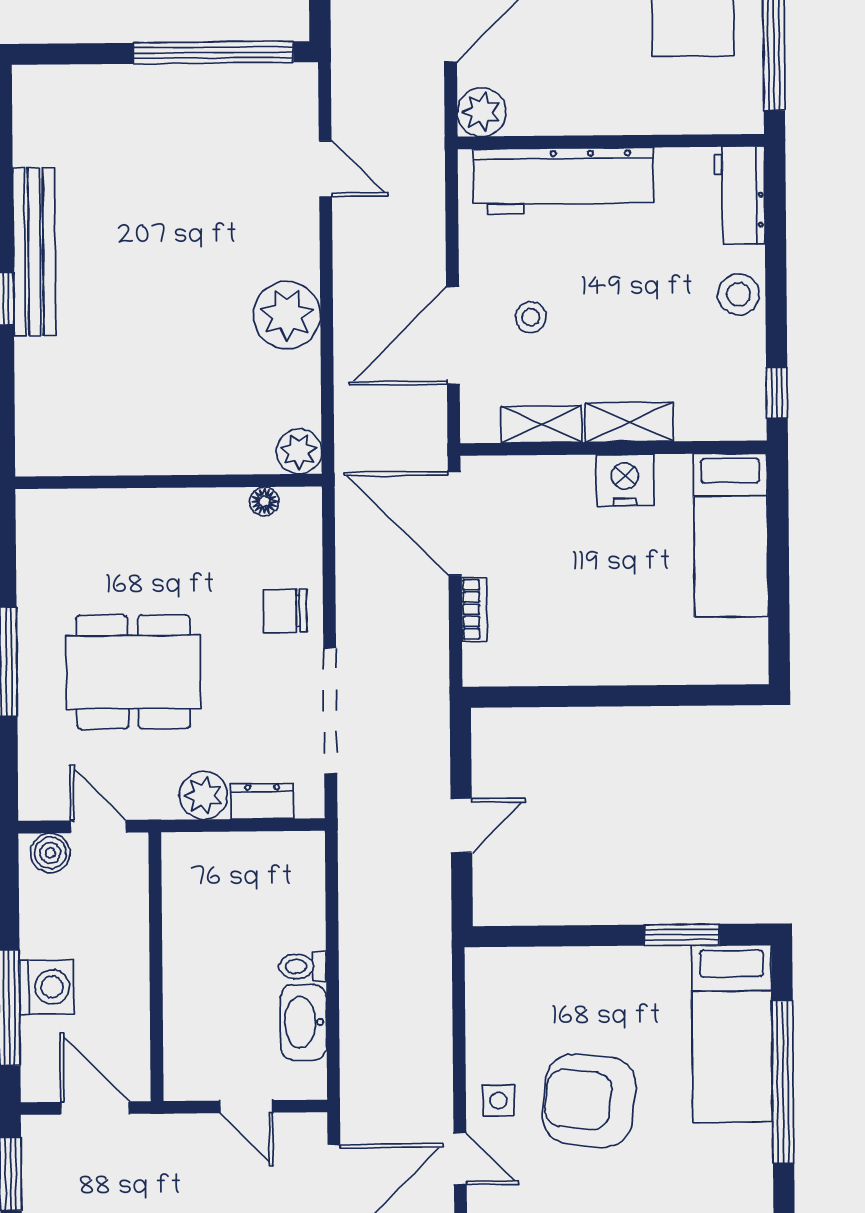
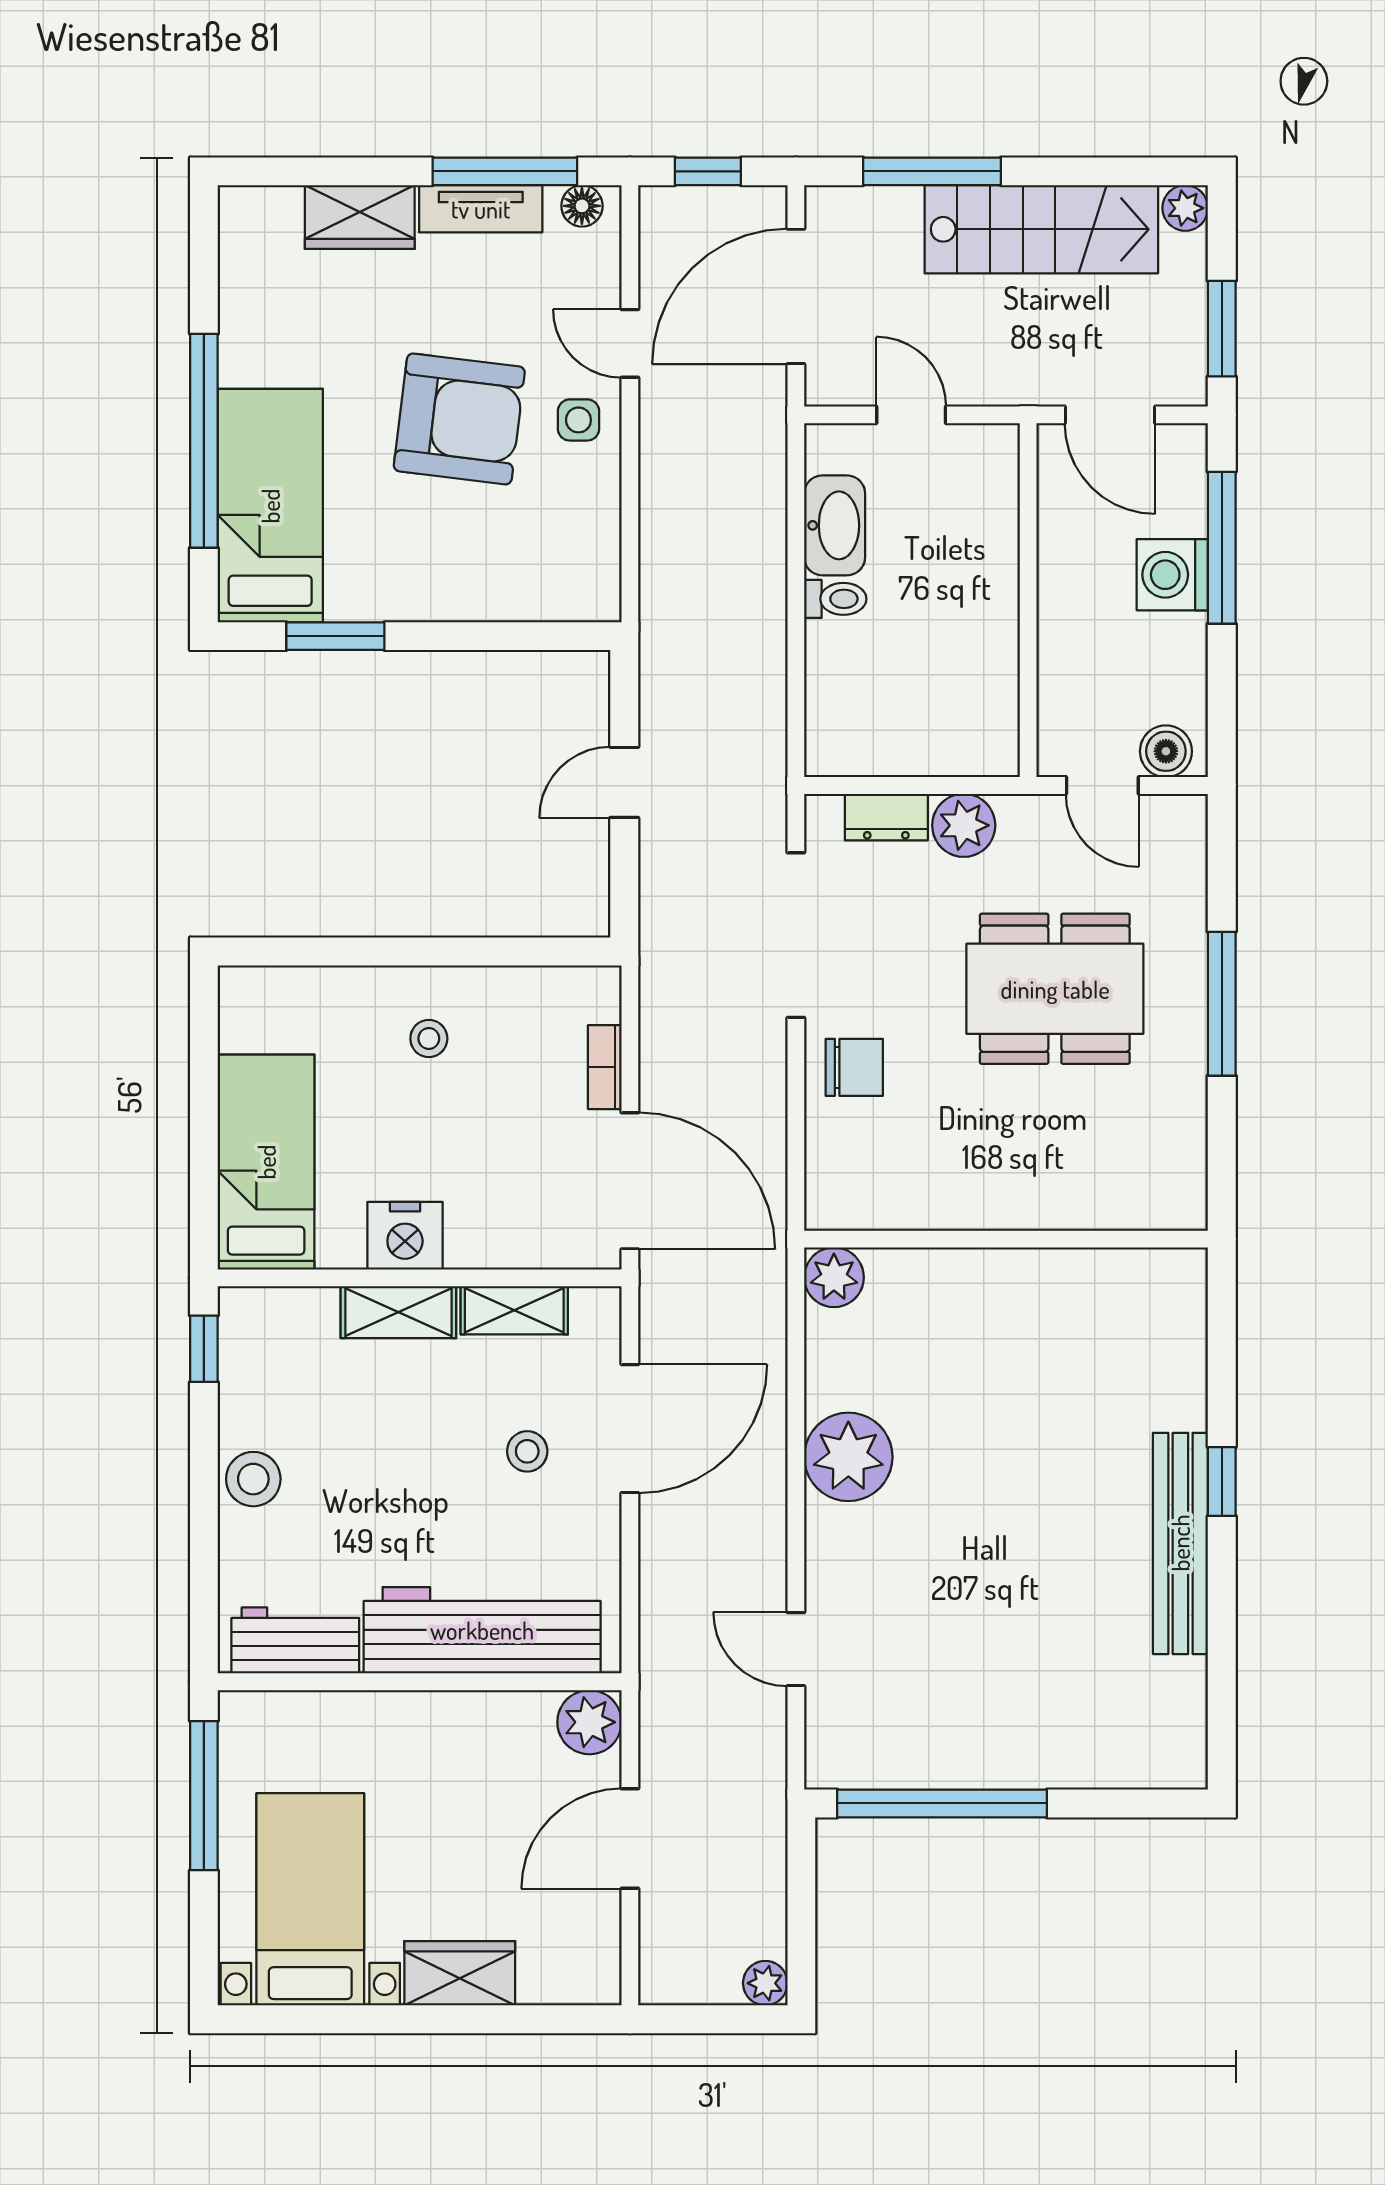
workbench: (740, 195) -> (295, 1640), moved, turned -90
floor lamp: (264, 501) -> (880, 1212), removed
stool: (608, 630) -> (429, 1039), added

